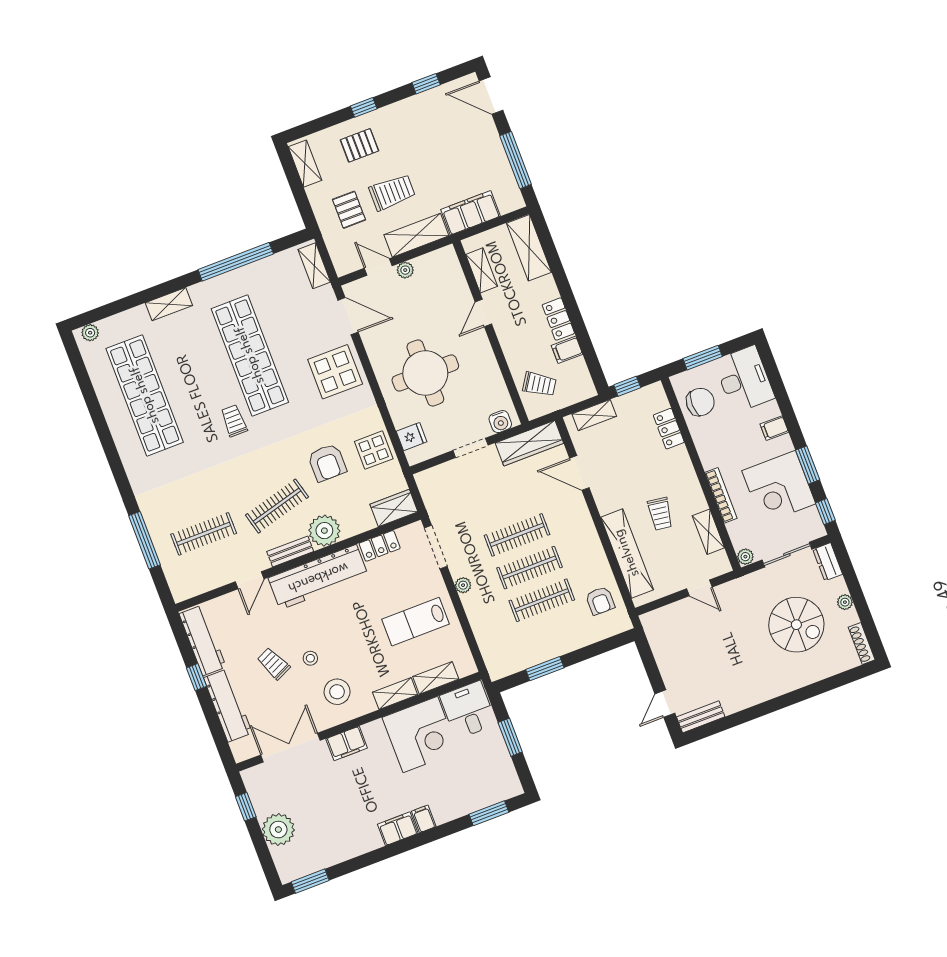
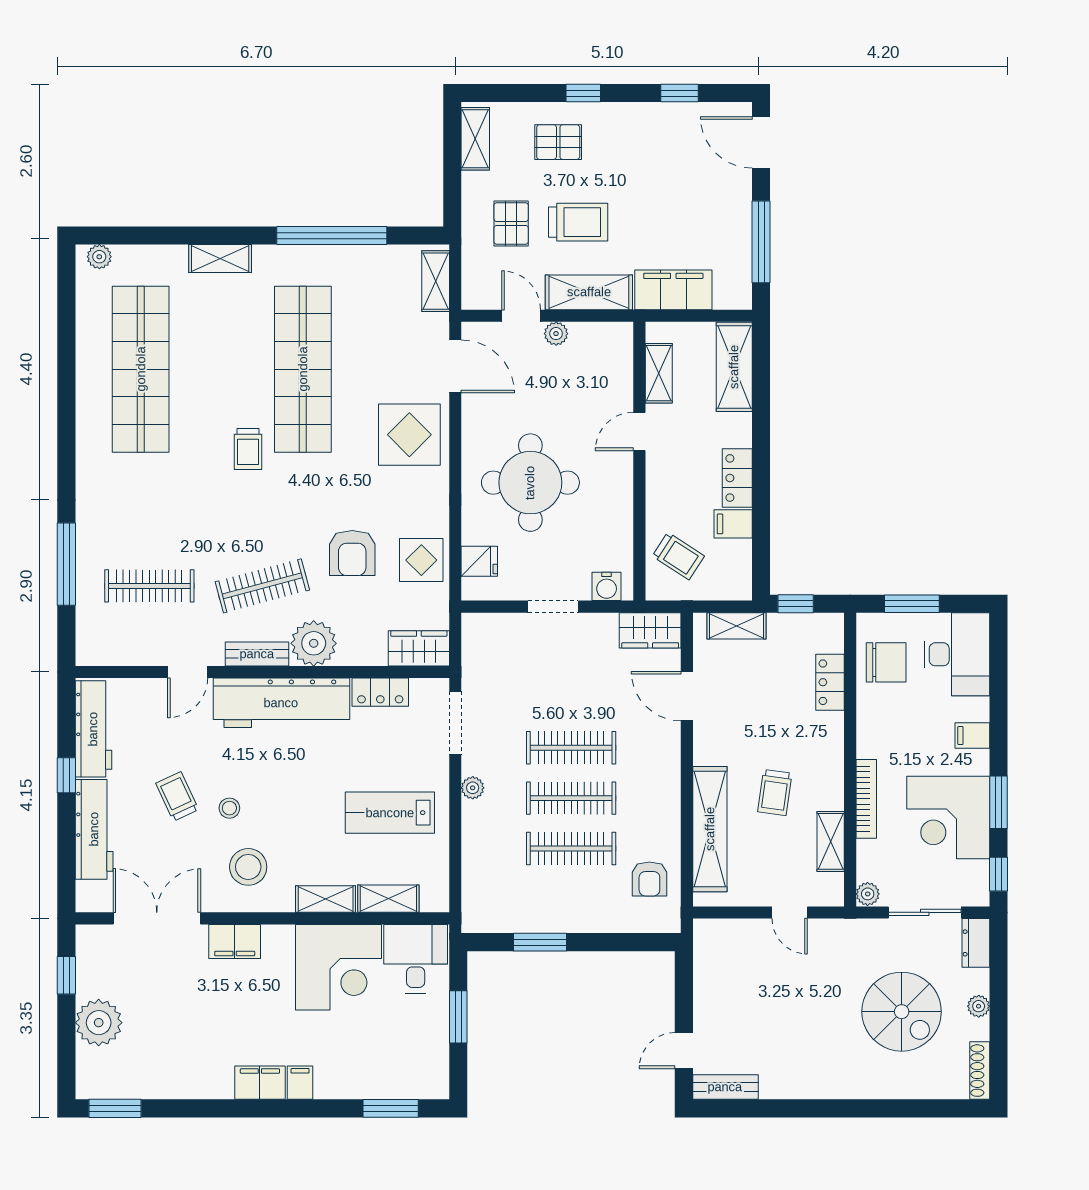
trolley: (234, 421) -> (248, 449), turned 180
wardrobe: (529, 443) -> (650, 630), width x0.67

